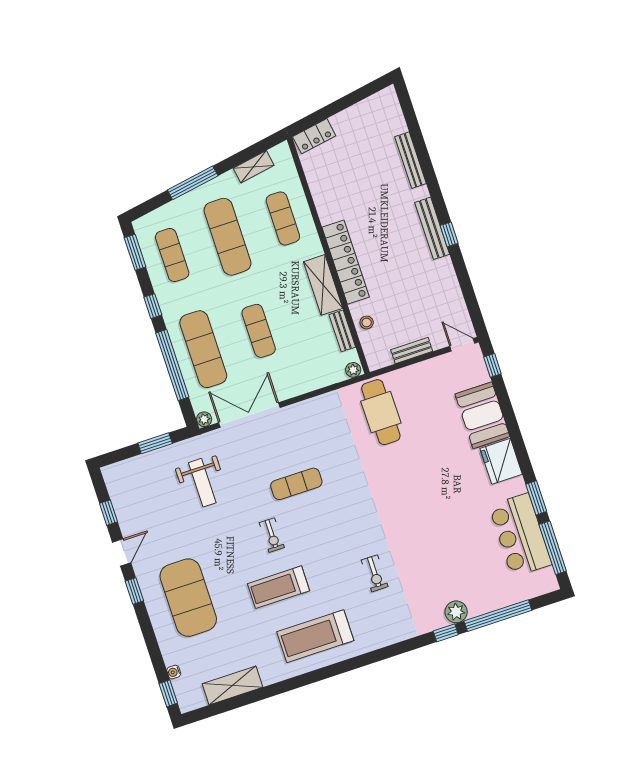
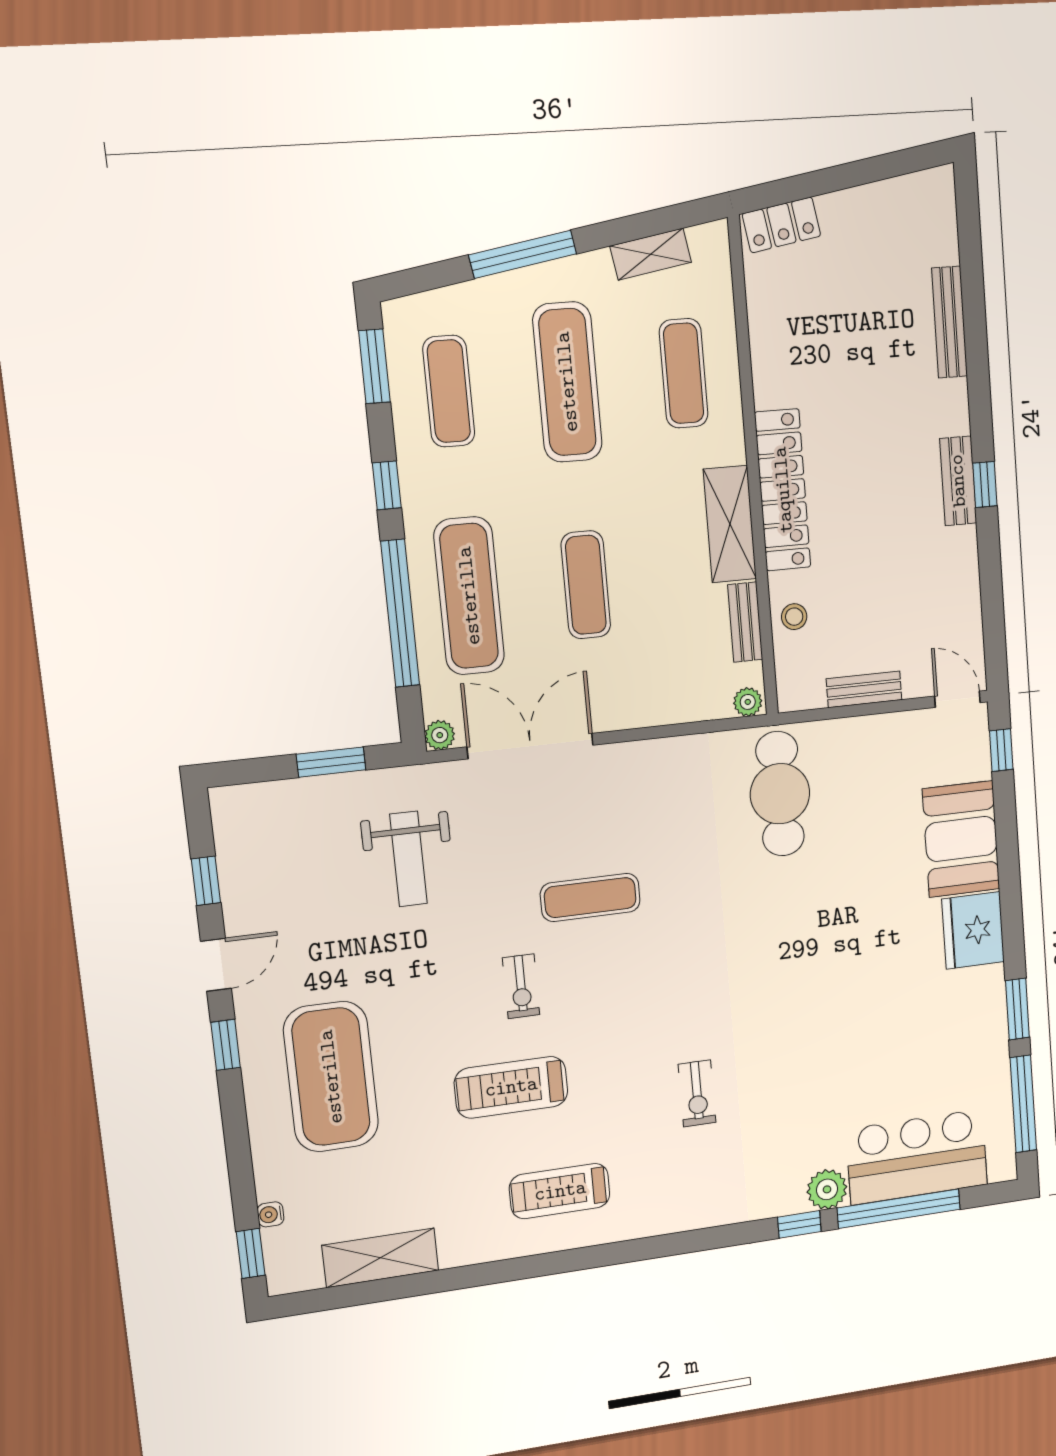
bench: (432, 228) -> (958, 481), width x0.73
bar counter: (520, 535) -> (917, 1157), moved, turned 90
treadmill: (315, 636) -> (560, 1191), width x0.73, depth x0.73

